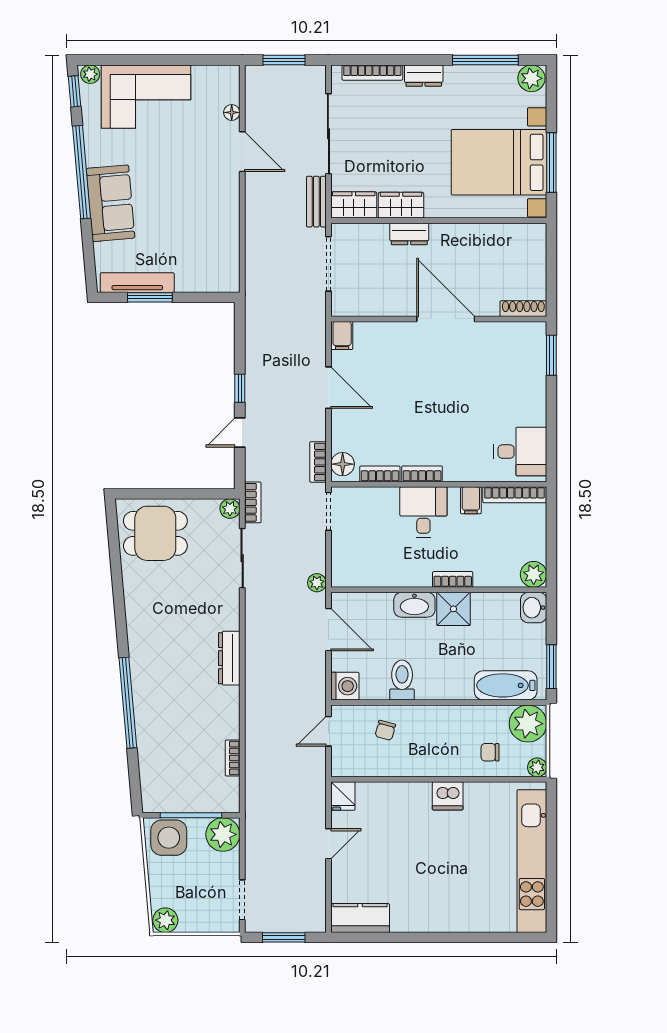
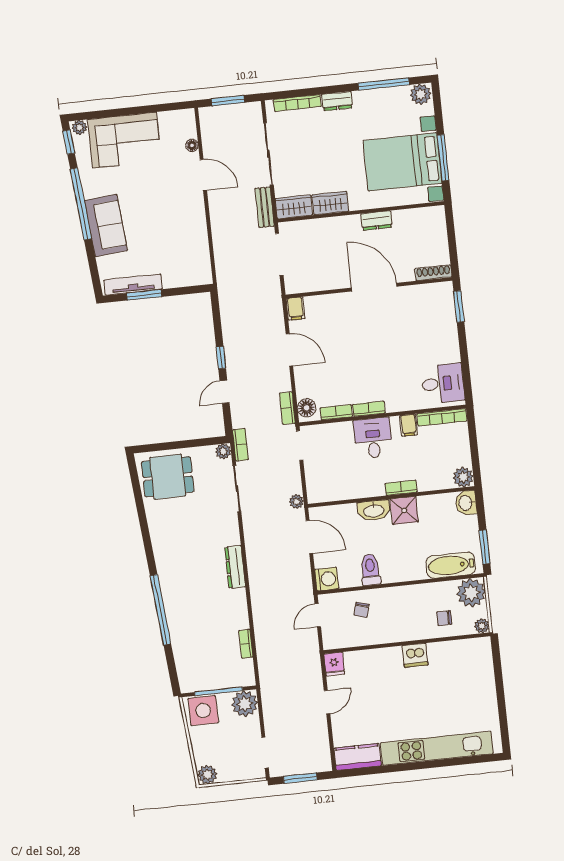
dresser: (409, 234) -> (376, 221), moved
kitchen unit: (532, 861) -> (437, 748), moved, turned 90

